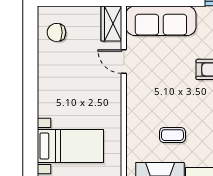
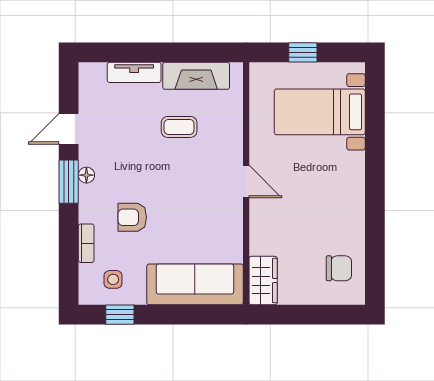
door: (124, 62) -> (246, 182), moved

